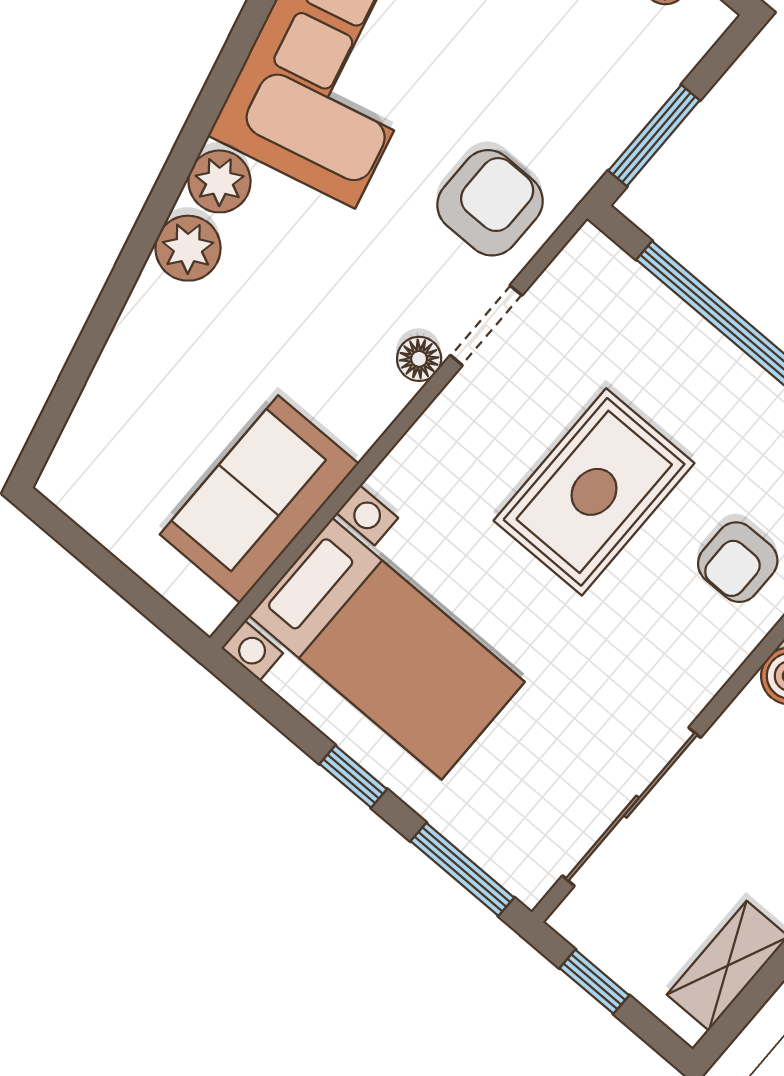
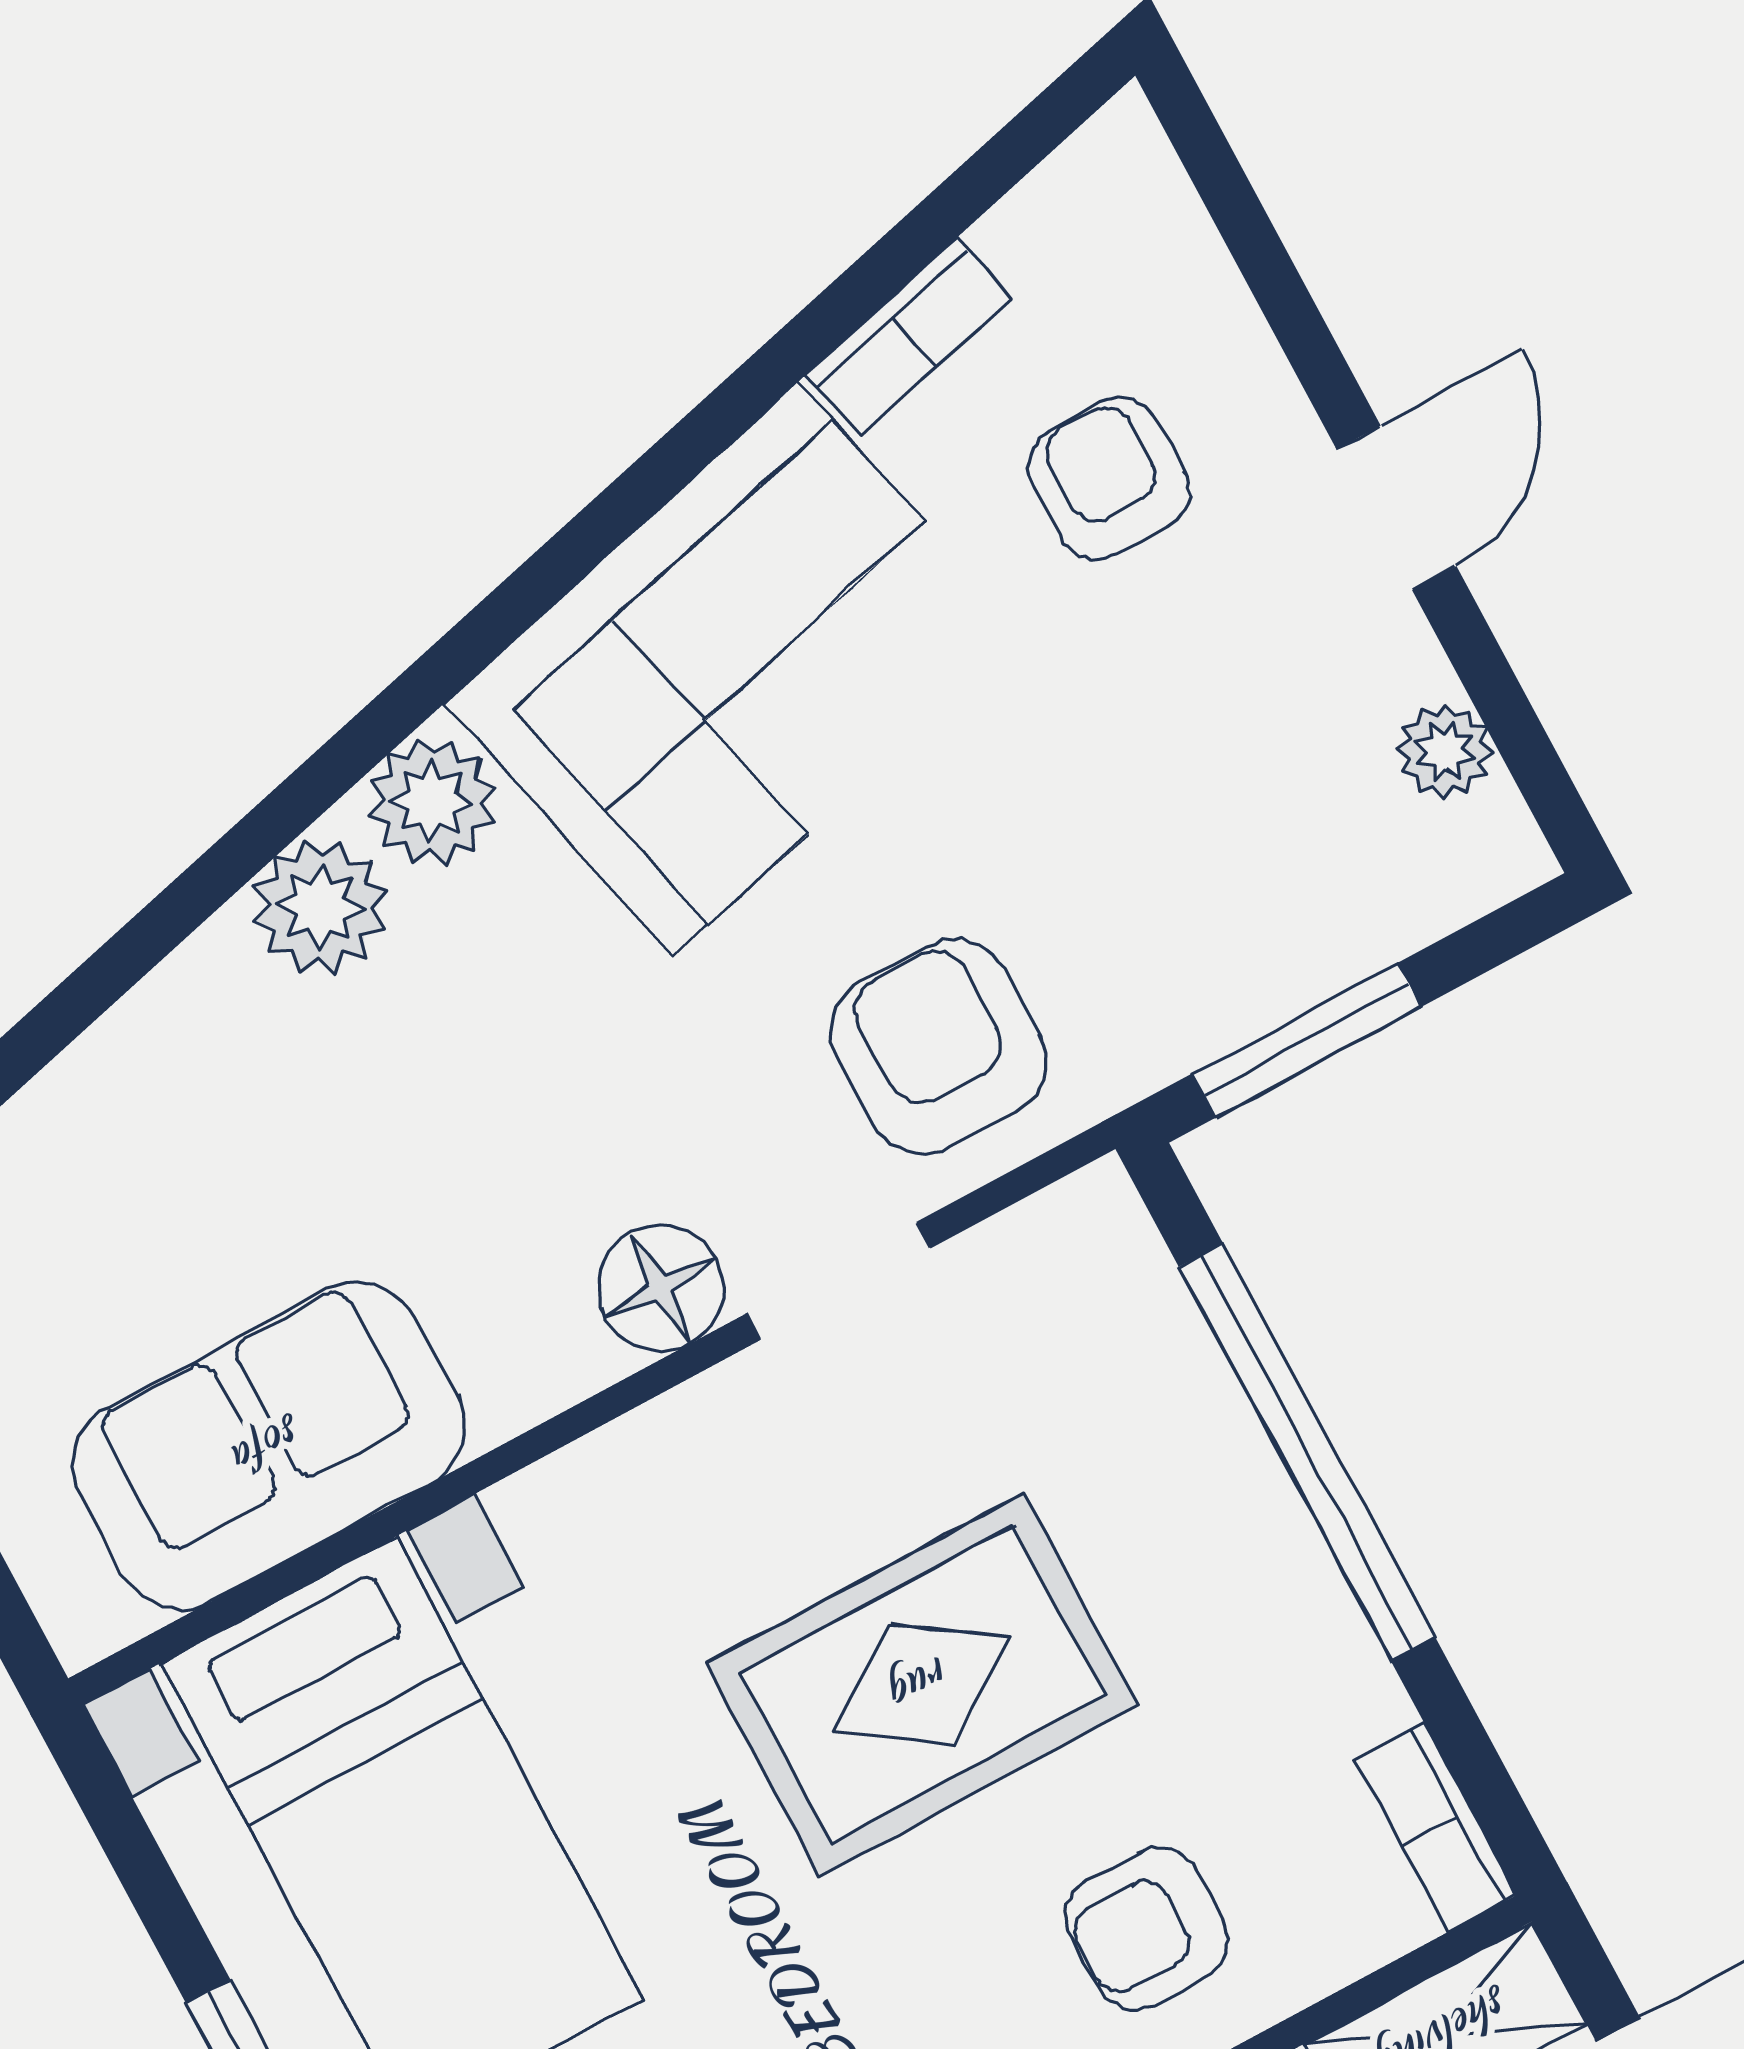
armchair: (490, 203) -> (939, 1047), turned -90
floor lamp: (419, 359) -> (661, 1288), width x1.37, depth x1.37

